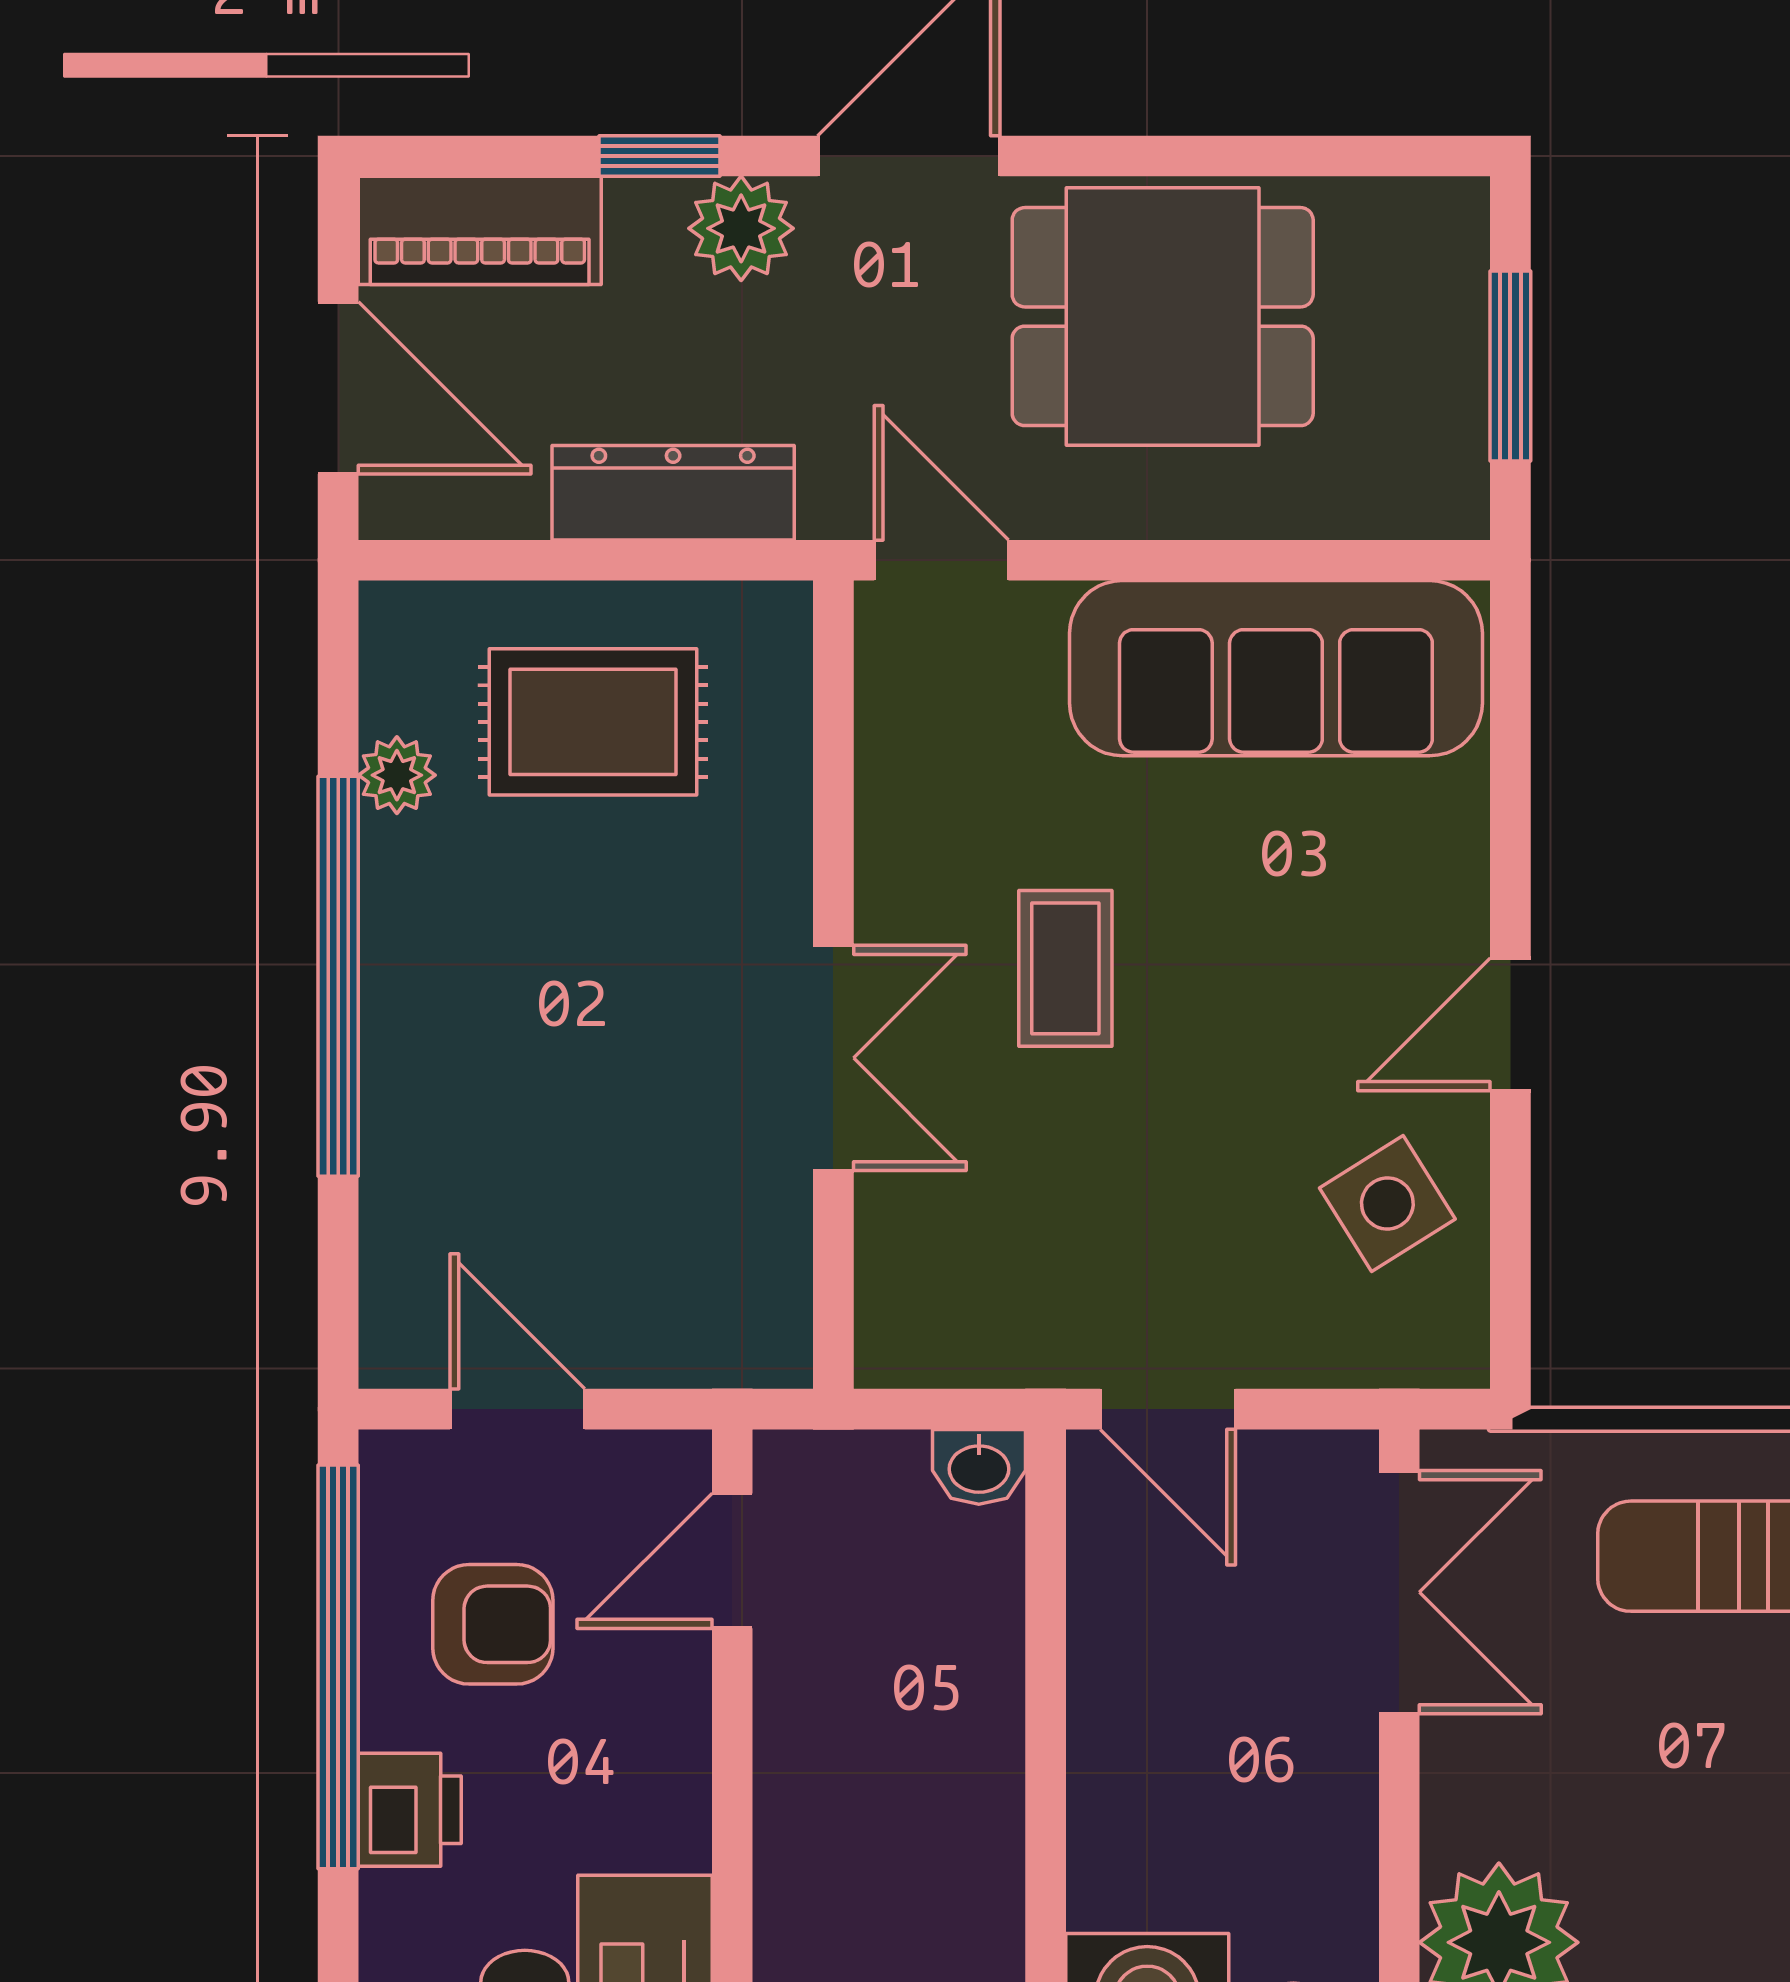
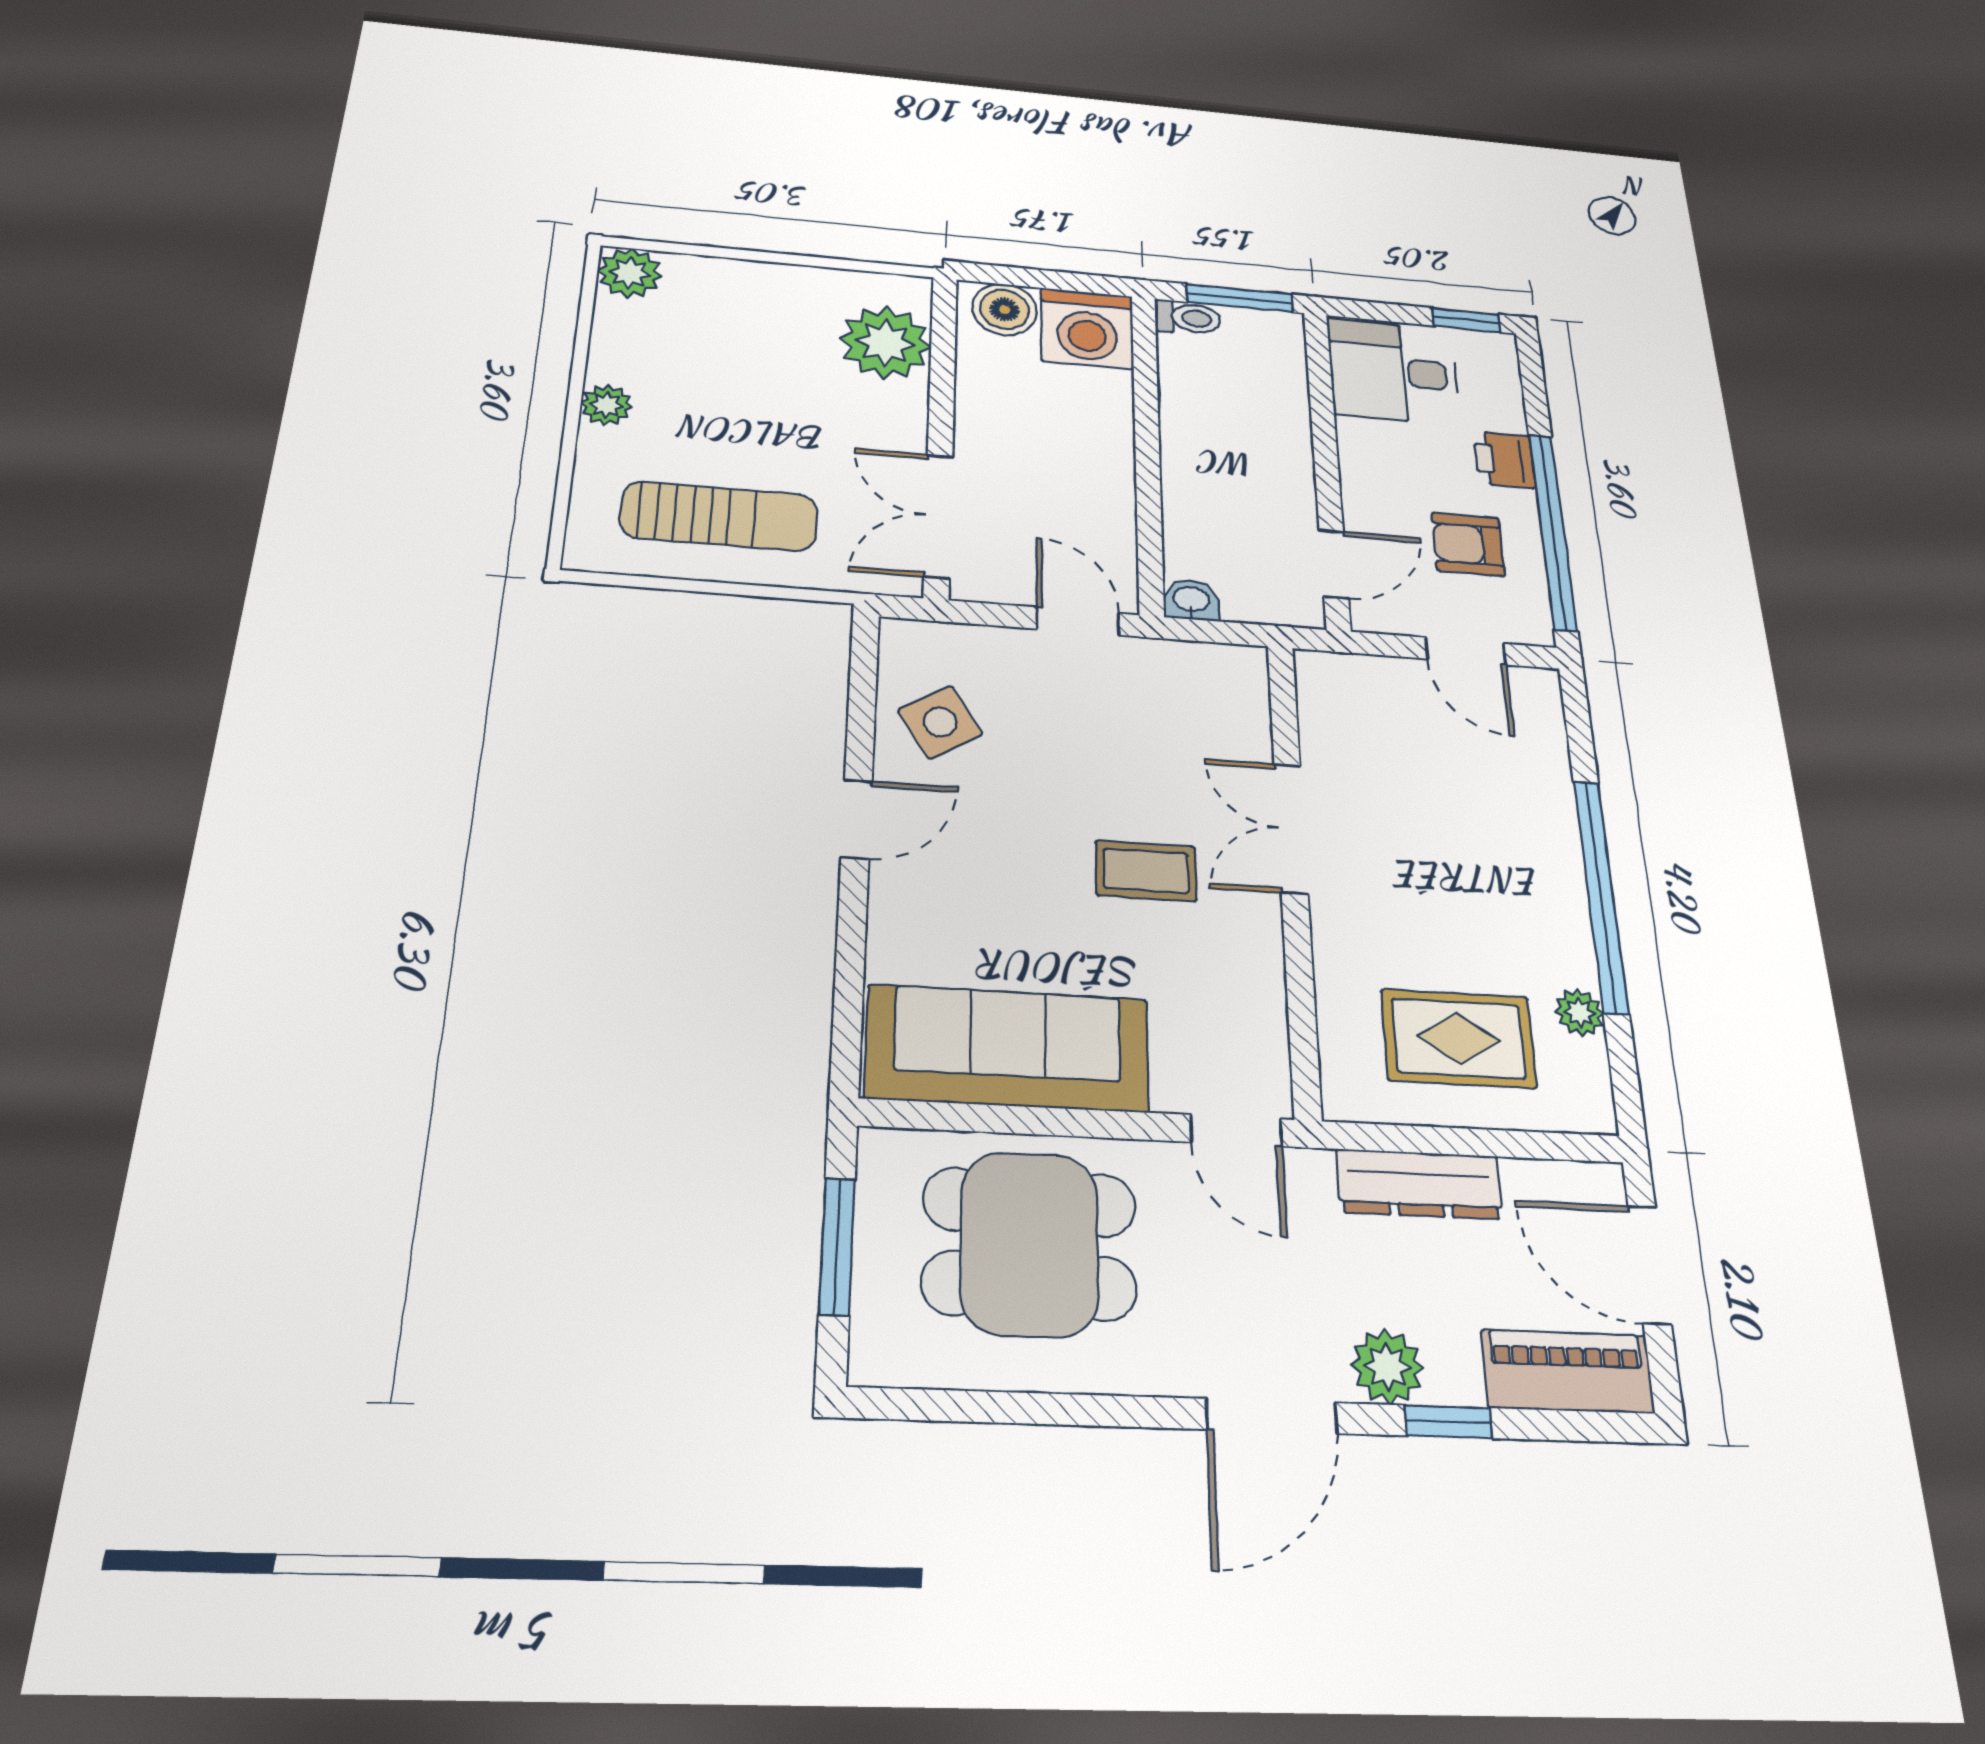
dining table: (1163, 317) -> (1030, 1244), moved
coffee table: (1065, 968) -> (1146, 871), turned 90

